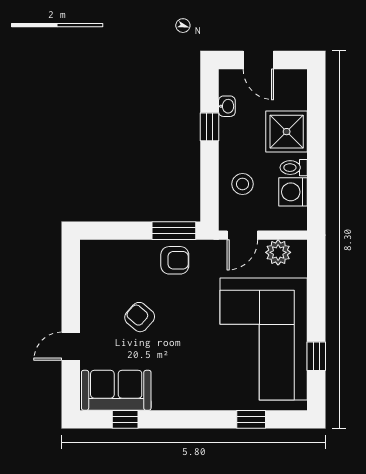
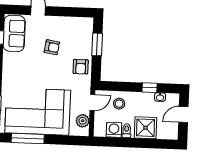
window: (174, 231) -> (97, 44), moved
door: (242, 235) -> (92, 102), swing flipped
armchair: (140, 317) -> (52, 47), turned 58
window: (316, 356) -> (28, 139), width x2.17

